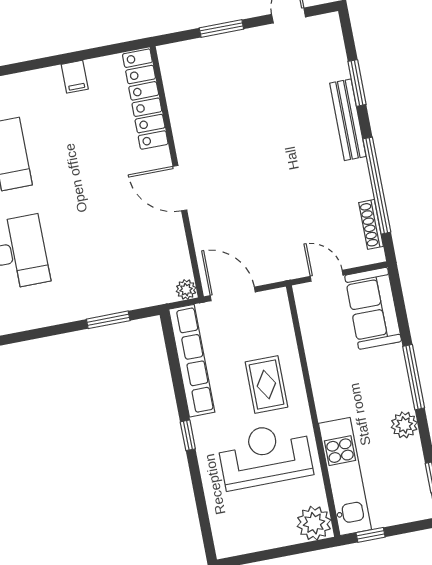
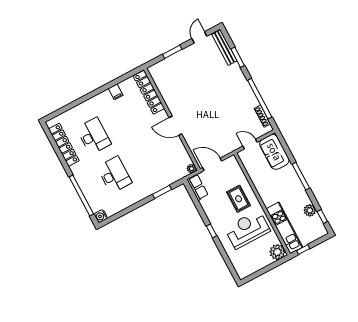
bench: (348, 120) -> (224, 48), moved
row of seats: (192, 361) -> (198, 187), width x0.50
plant: (404, 425) -> (310, 210), moved

